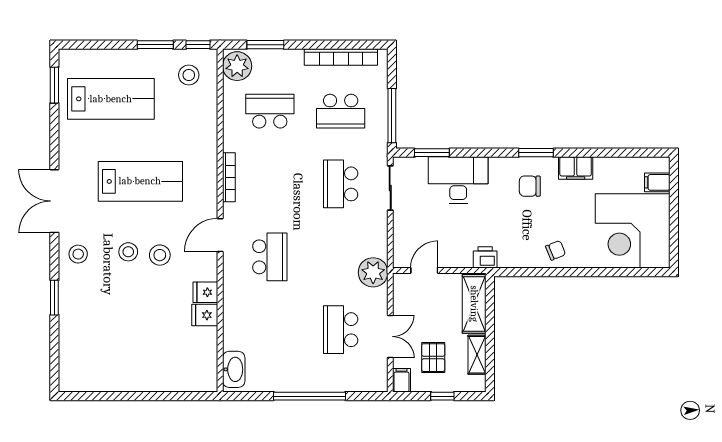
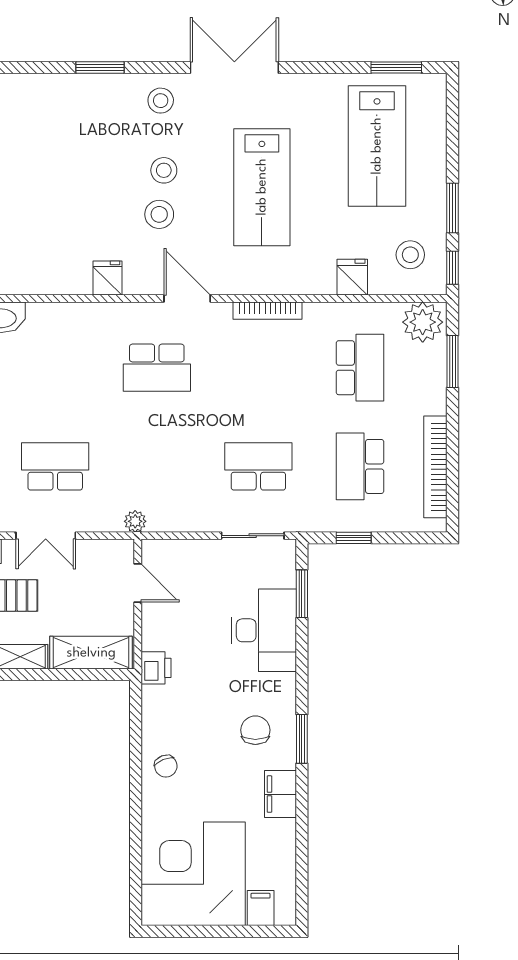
window: (392, 116) -> (354, 538), width x0.46
plant: (373, 272) -> (135, 521), width x0.53, depth x0.53
fridge: (205, 315) -> (352, 277), moved

